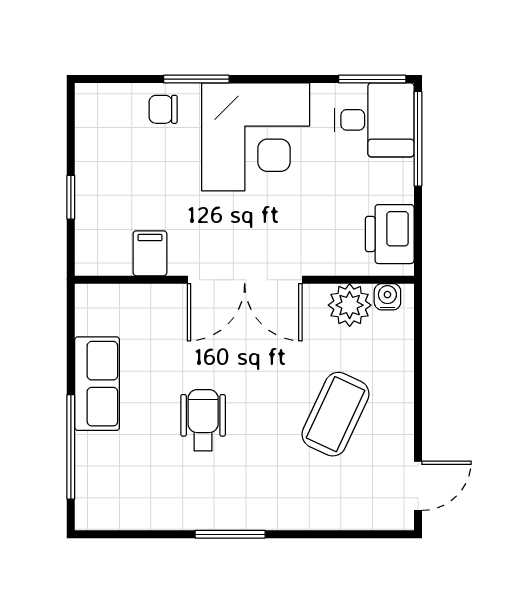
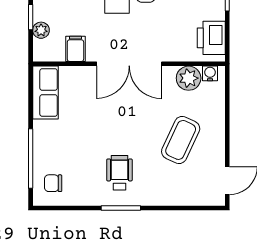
plant: (89, 220) -> (41, 30), added
row of seats: (97, 384) -> (46, 93), moved
wheelchair: (203, 420) -> (119, 173), moved
chair: (111, 490) -> (53, 183), added

